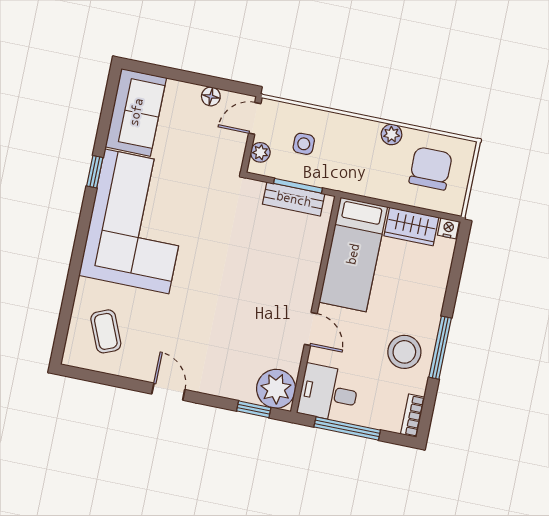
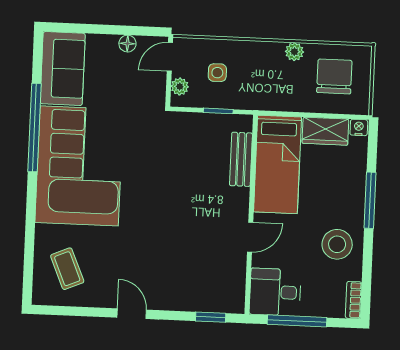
window: (95, 172) -> (34, 128), width x3.17
window: (298, 186) -> (218, 111), width x0.67
bench: (294, 199) -> (241, 159), moved, turned 90
door: (311, 329) -> (250, 237), hinge flipped
window: (440, 348) -> (370, 200), moved
plant: (276, 389) -> (228, 296), removed

